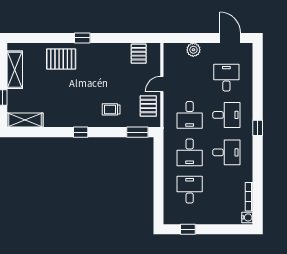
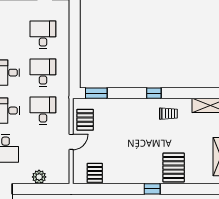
pallet: (61, 59) -> (174, 168), turned 90
trolley: (111, 109) -> (168, 114), moved
desk: (190, 190) -> (43, 35), turned 180

